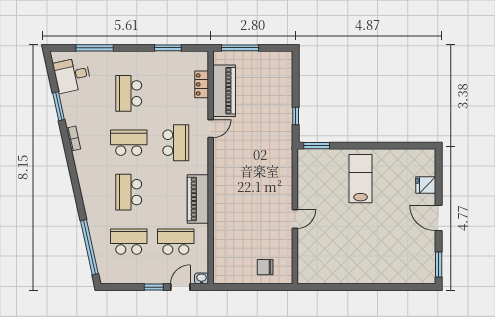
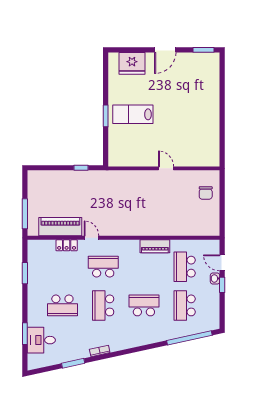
window: (95, 48) -> (25, 334), width x0.69
desk: (72, 75) -> (41, 340), moved, turned 102
locker: (202, 84) -> (67, 245), moved
window: (317, 146) -> (106, 116), moved
fridge: (426, 185) -> (132, 63), width x1.88, depth x1.34
school desk: (129, 192) -> (144, 305), turned 180
piano: (198, 199) -> (155, 246), width x0.73, depth x0.75
washbasin: (202, 278) -> (215, 278), moved

